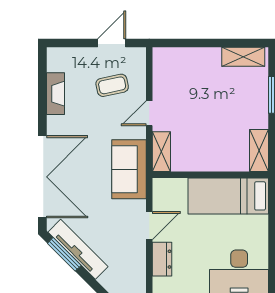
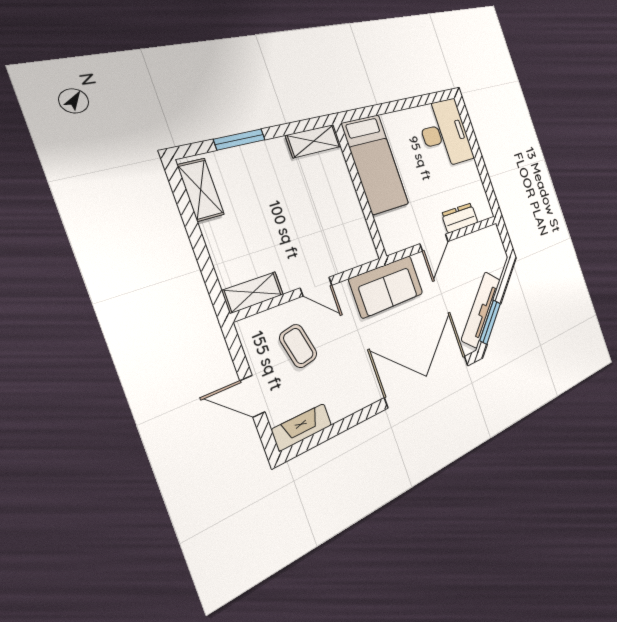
door: (112, 43) -> (252, 396), moved
fireplace: (55, 94) -> (302, 427), moved
shelving: (161, 152) -> (253, 292), moved
door: (149, 226) -> (434, 243), swing flipped

